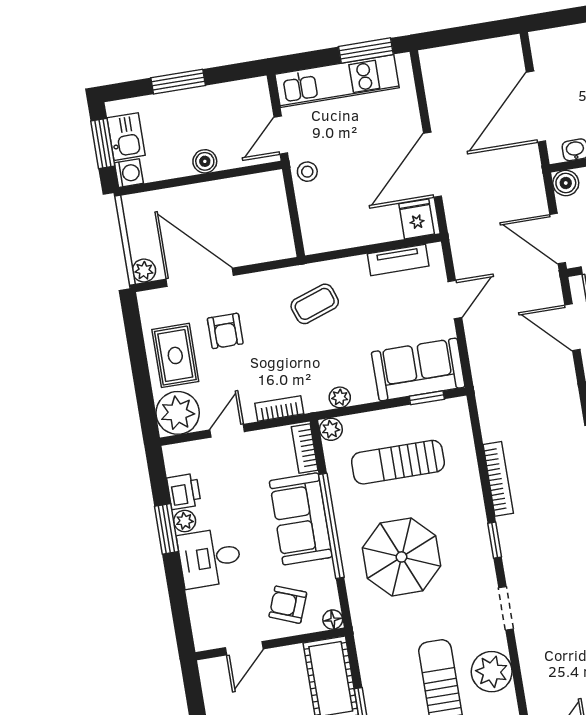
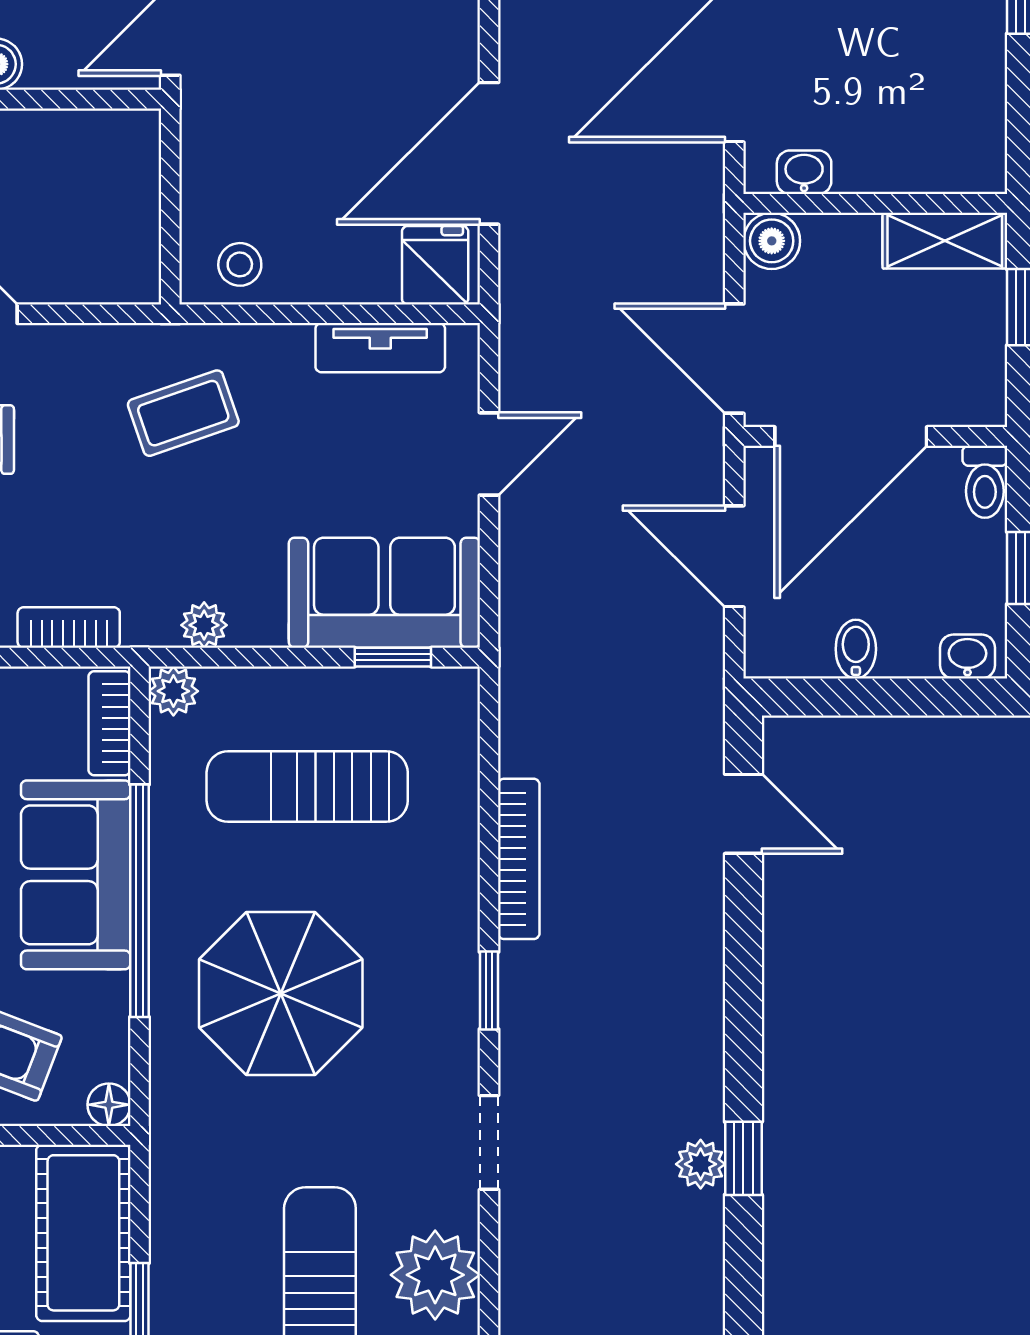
stool: (307, 172) -> (240, 264), moved

